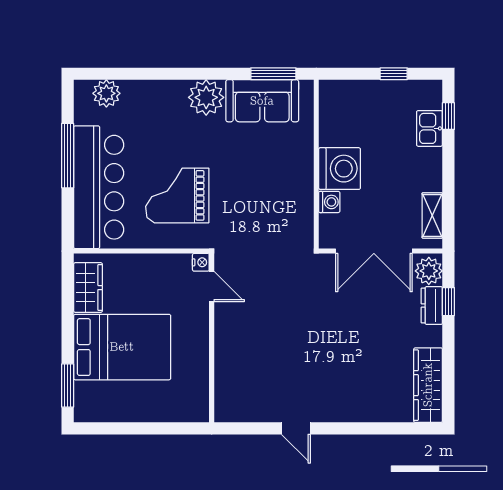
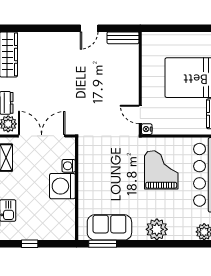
plant: (206, 97) -> (157, 229), moved
grand piano: (177, 195) -> (161, 170), turned -90
bench: (240, 412) -> (123, 38), added
door: (296, 428) -> (89, 28), swing flipped

